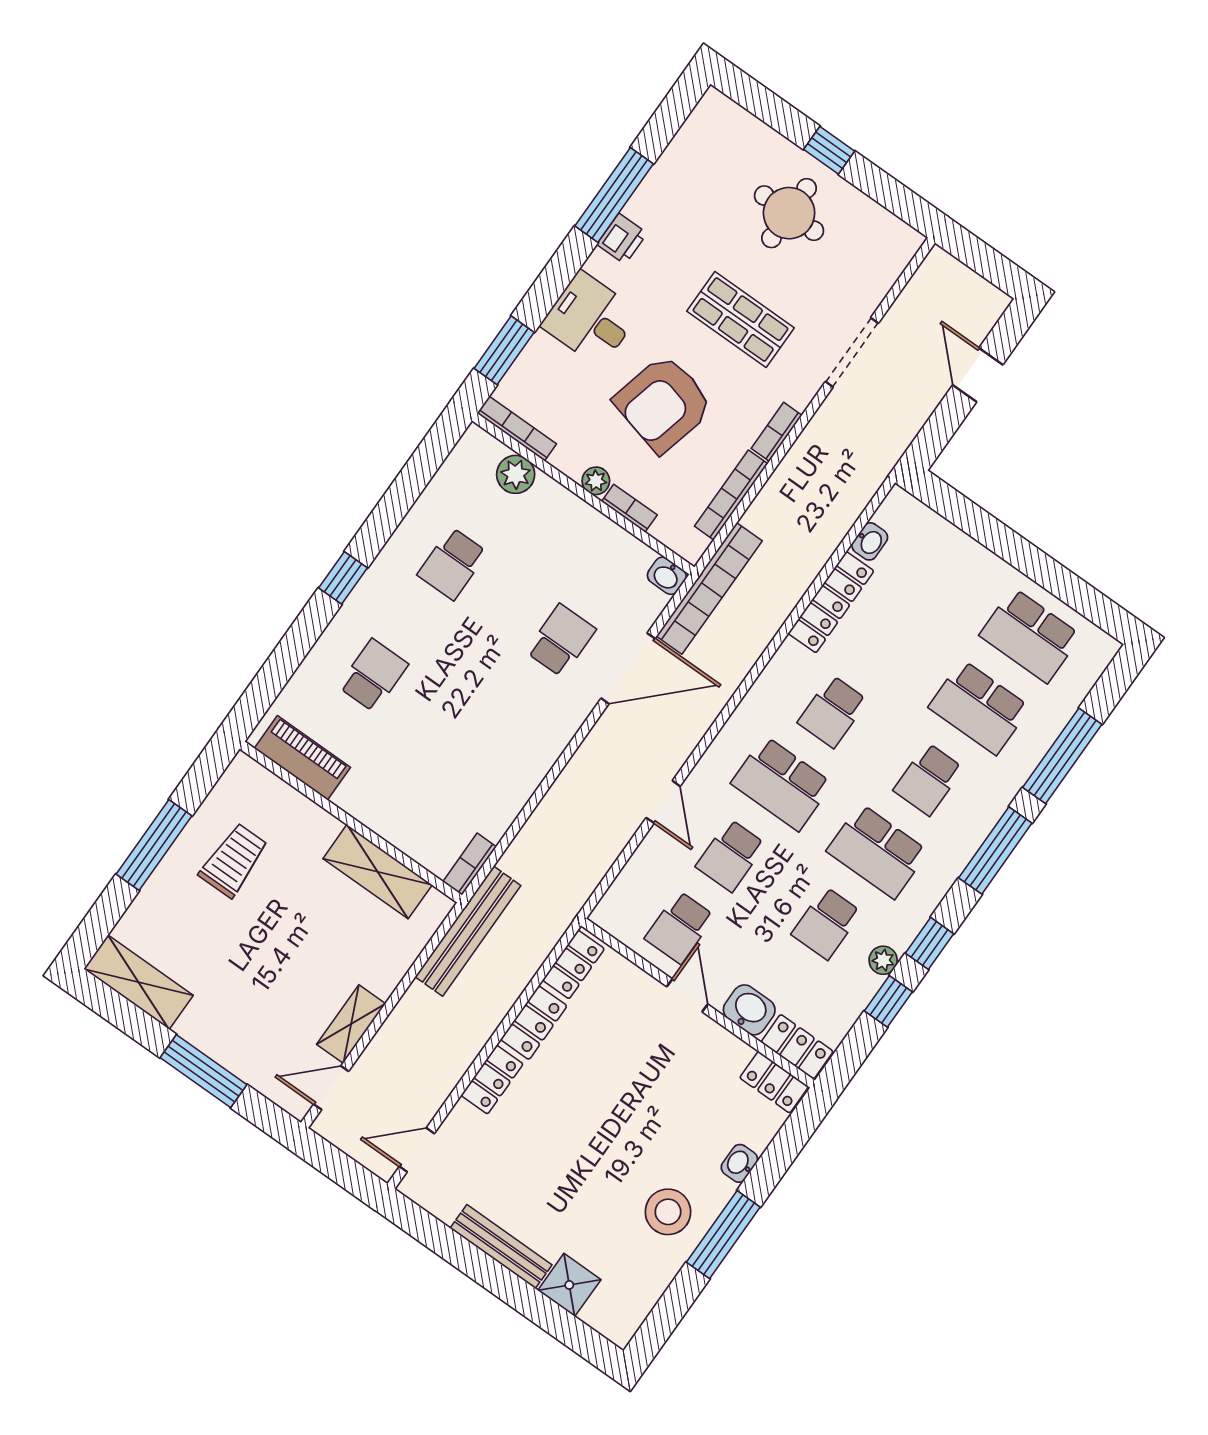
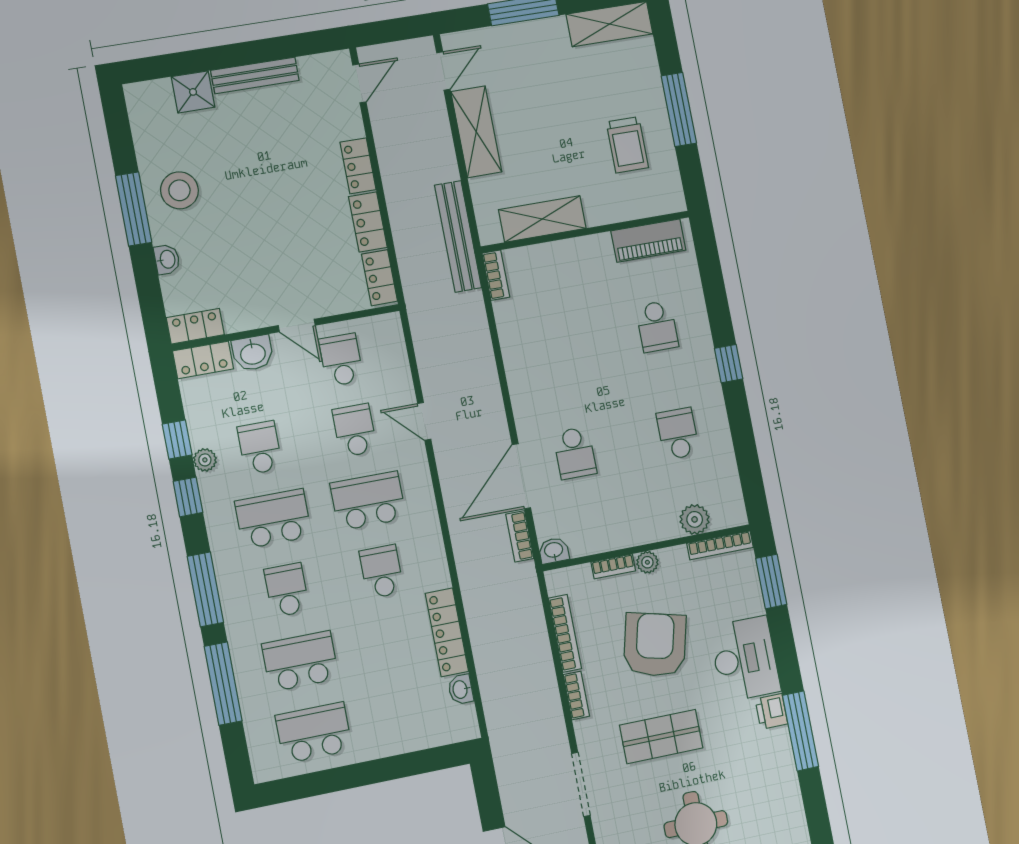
desk: (590, 319) -> (745, 659), width x1.37
bookcase: (709, 588) -> (520, 536), width x0.43, depth x0.76
shelving: (351, 1024) -> (476, 132), width x1.50, depth x1.33

